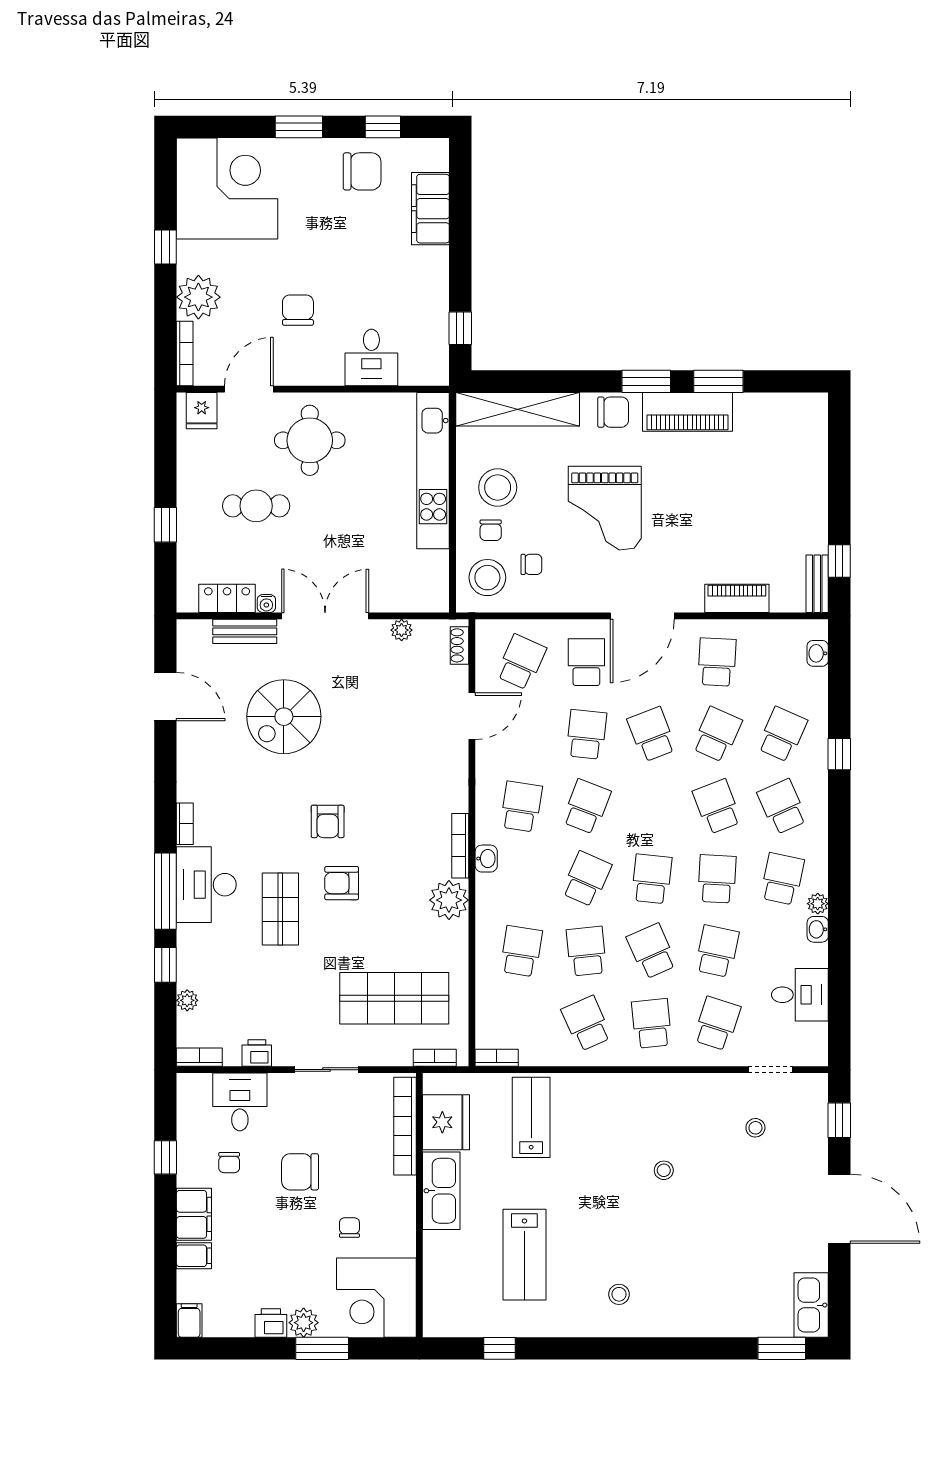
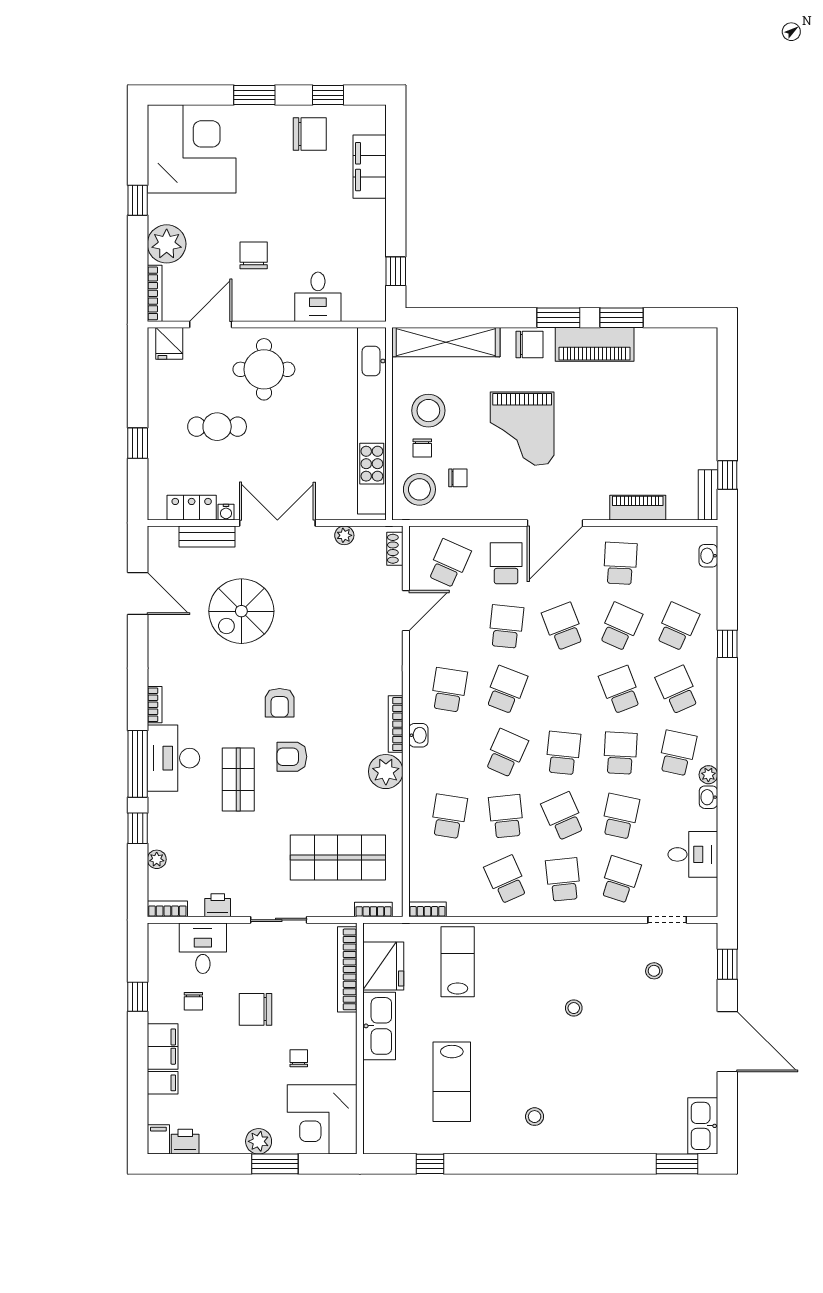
kitchen unit: (433, 471) -> (372, 421), width x1.36
printer: (271, 1323) -> (185, 1142), moved

